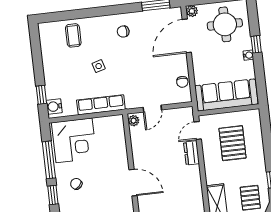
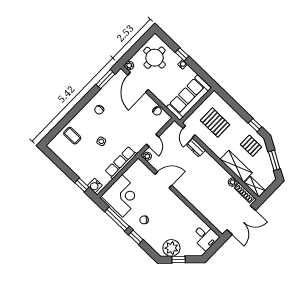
door: (133, 183) -> (163, 180), moved

